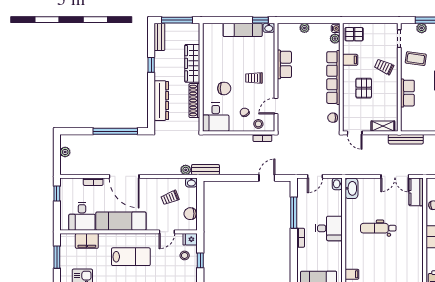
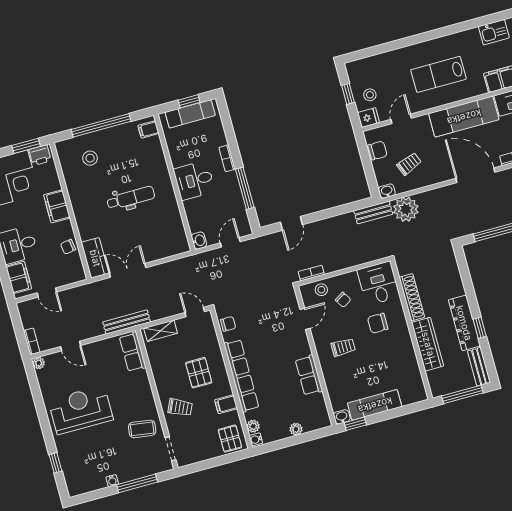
plant: (422, 28) -> (145, 470), removed
pallet: (354, 34) -> (230, 439), turned 90
row of seats: (407, 93) -> (133, 352), moved
dresser: (161, 101) -> (464, 323), moved
plant: (186, 170) -> (406, 209), width x1.87, depth x1.87
washbasin: (351, 188) -> (179, 240), removed
stool: (400, 265) -> (90, 158), added

